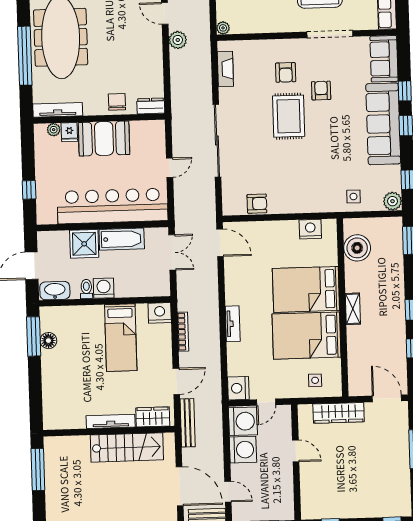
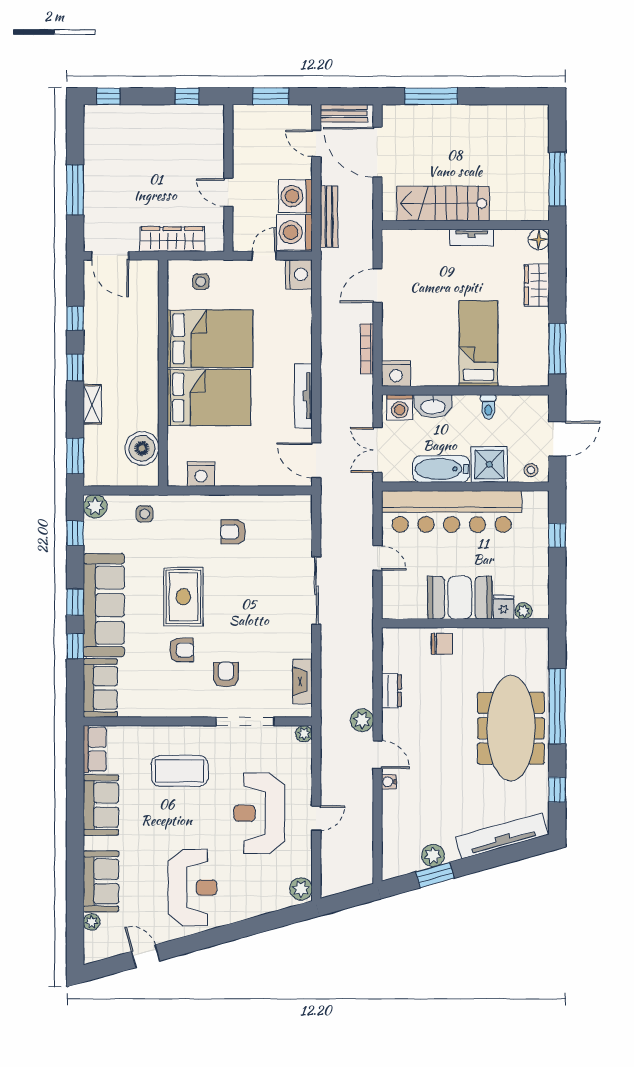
doorway: (330, 34) -> (245, 721), moved
armchair: (321, 91) -> (182, 650), turned -90
chair: (117, 102) -> (442, 644), turned -90
dresser: (151, 106) -> (391, 691), moved, turned -90
tv unit: (58, 110) -> (518, 636), removed
rug: (289, 116) -> (183, 597), moved
sliding door: (217, 141) -> (316, 591), width x0.73
door: (170, 168) -> (377, 558), swing flipped
armchair: (257, 204) -> (233, 532), moved
stool: (51, 240) -> (531, 470), added
washing machine: (104, 288) -> (400, 407), moved
washbasin: (55, 291) -> (433, 406), moved
shelving: (353, 309) -> (92, 404), moved
tv unit: (233, 324) -> (303, 396), moved, width x1.41
bed: (121, 338) -> (478, 344), moved
floor lamp: (48, 341) -> (539, 239), moved
wardrobe: (153, 417) -> (537, 285), moved, turned 90
tv unit: (111, 421) -> (472, 237), width x0.71
bench: (188, 423) -> (329, 217), moved

